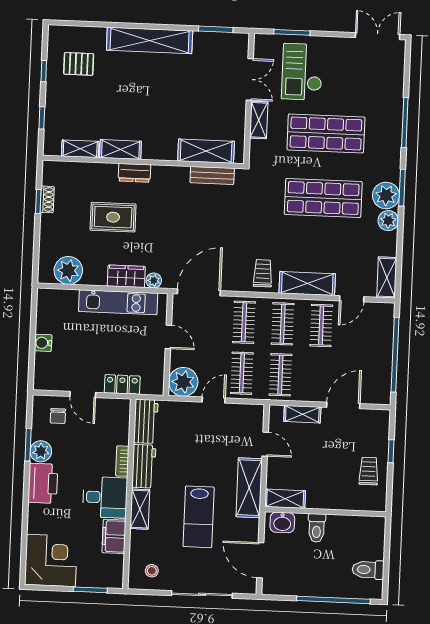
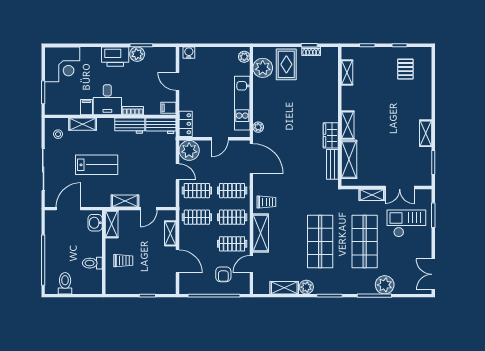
double door: (378, 36) -> (433, 274), swing flipped
shelving: (150, 40) -> (426, 133), width x0.45, depth x0.75
shelving: (120, 149) -> (348, 125), moved
dresser: (134, 173) -> (332, 111), removed
plant: (386, 195) -> (385, 285), moved
rug: (113, 217) -> (286, 64), moved
wardrobe: (126, 276) -> (331, 135), moved, turned 180
shelving: (387, 277) -> (284, 288), moved
plant: (51, 297) -> (244, 57), added
door: (352, 299) -> (251, 264), hinge flipped
armchair: (365, 340) -> (223, 274), added
water cooler: (43, 343) -> (189, 53), moved
locker: (122, 384) -> (186, 124), moved
door: (83, 394) -> (178, 81), hinge flipped
filing cabinet: (120, 409) -> (168, 108), added
chair: (58, 416) -> (162, 65), removed
trolley: (369, 471) -> (123, 261), moved
shelving: (249, 488) -> (125, 201), width x0.67, depth x0.75
shelving: (140, 509) -> (83, 124), moved
lab bench: (199, 517) -> (97, 165), turned 180
toilet: (317, 528) -> (92, 263), moved
filing cabinet: (114, 536) -> (86, 107), width x0.50

